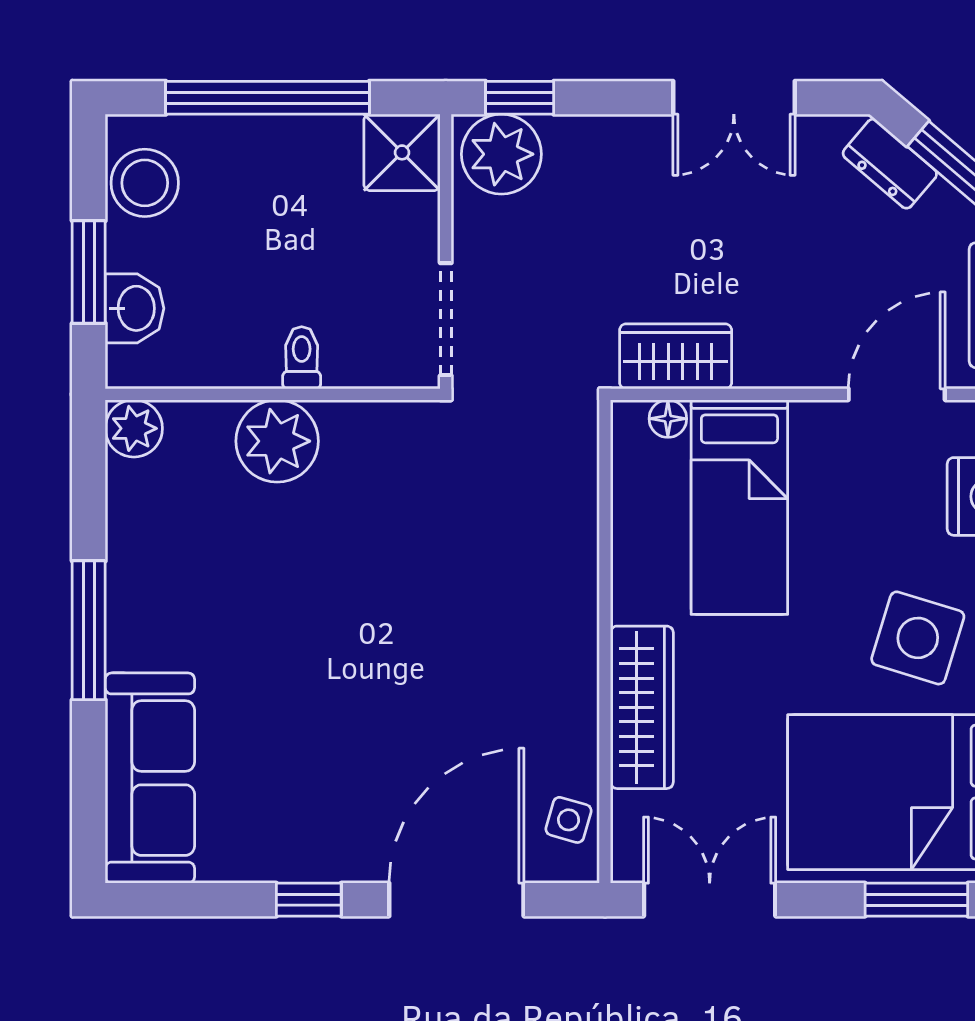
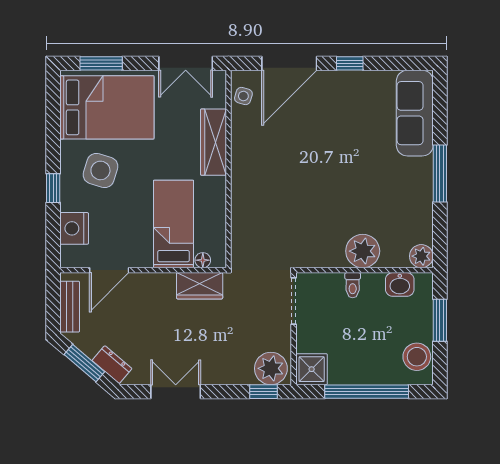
washbasin: (134, 308) -> (400, 284), moved, turned -90

